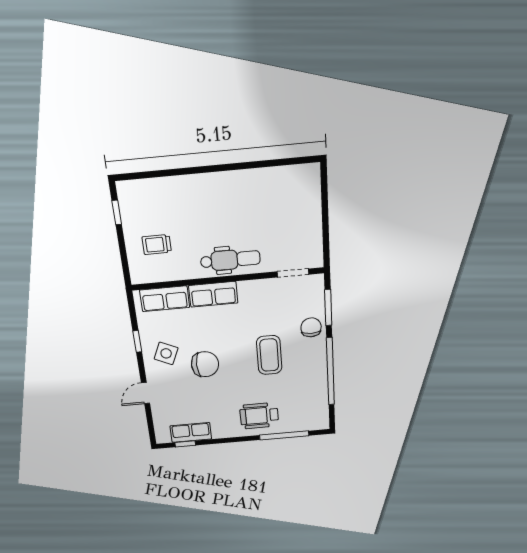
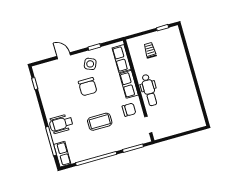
chair: (311, 327) -> (129, 110), moved
wheelchair: (259, 416) -> (61, 124), turned -90
row of seats: (191, 432) -> (62, 154), moved

